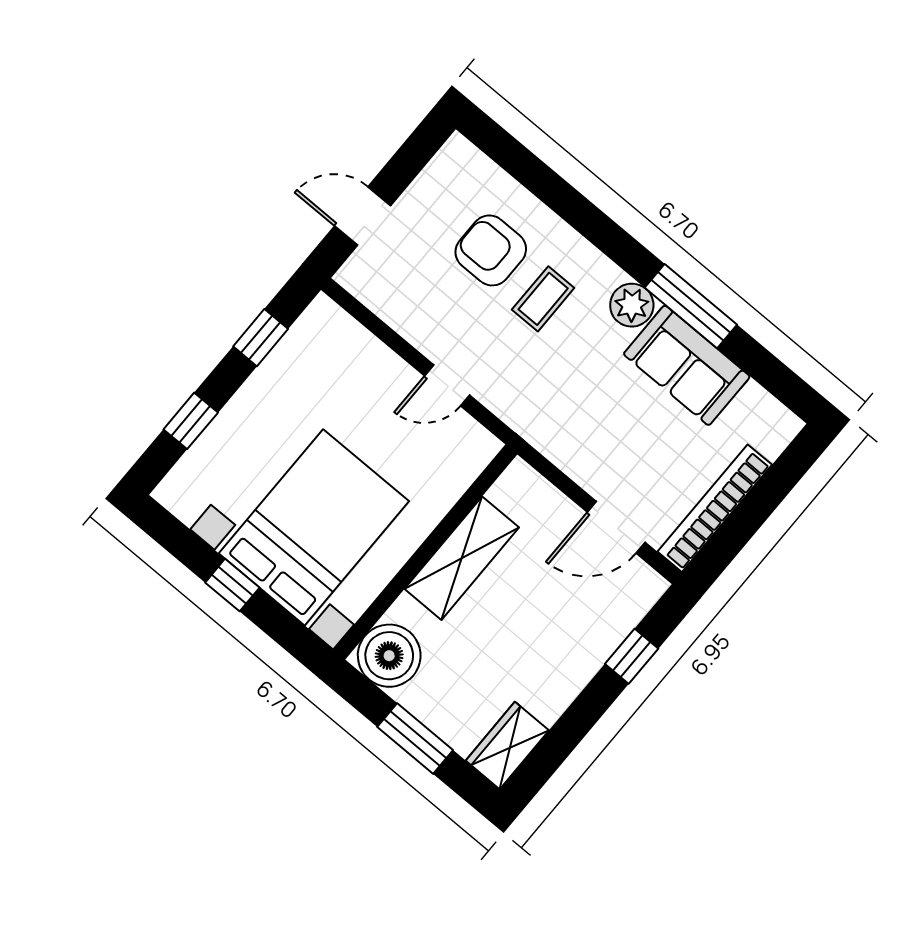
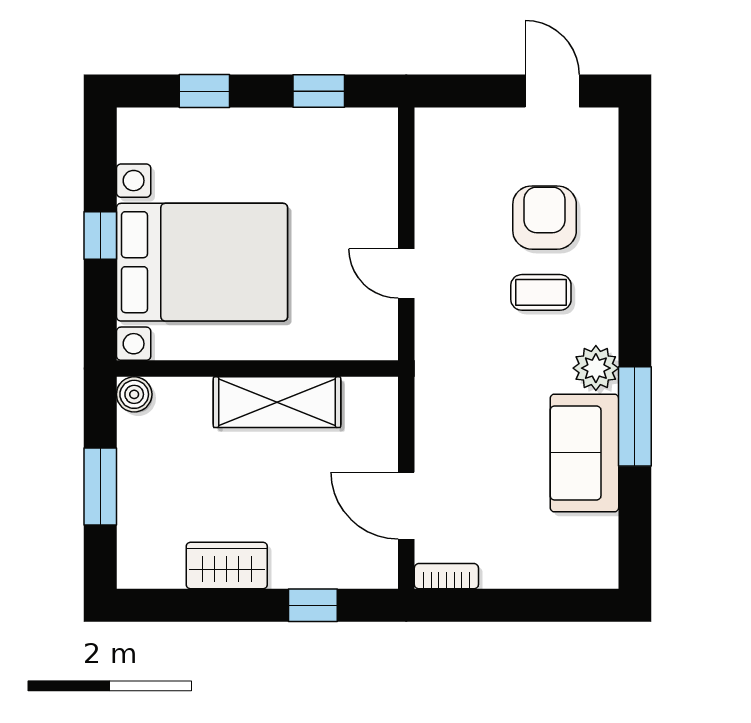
door: (363, 216) -> (552, 91), moved
bookcase: (715, 508) -> (446, 576), width x0.43, depth x0.76
boiler: (389, 656) -> (134, 394), width x0.54, depth x0.54
wardrobe: (507, 745) -> (227, 565), moved

